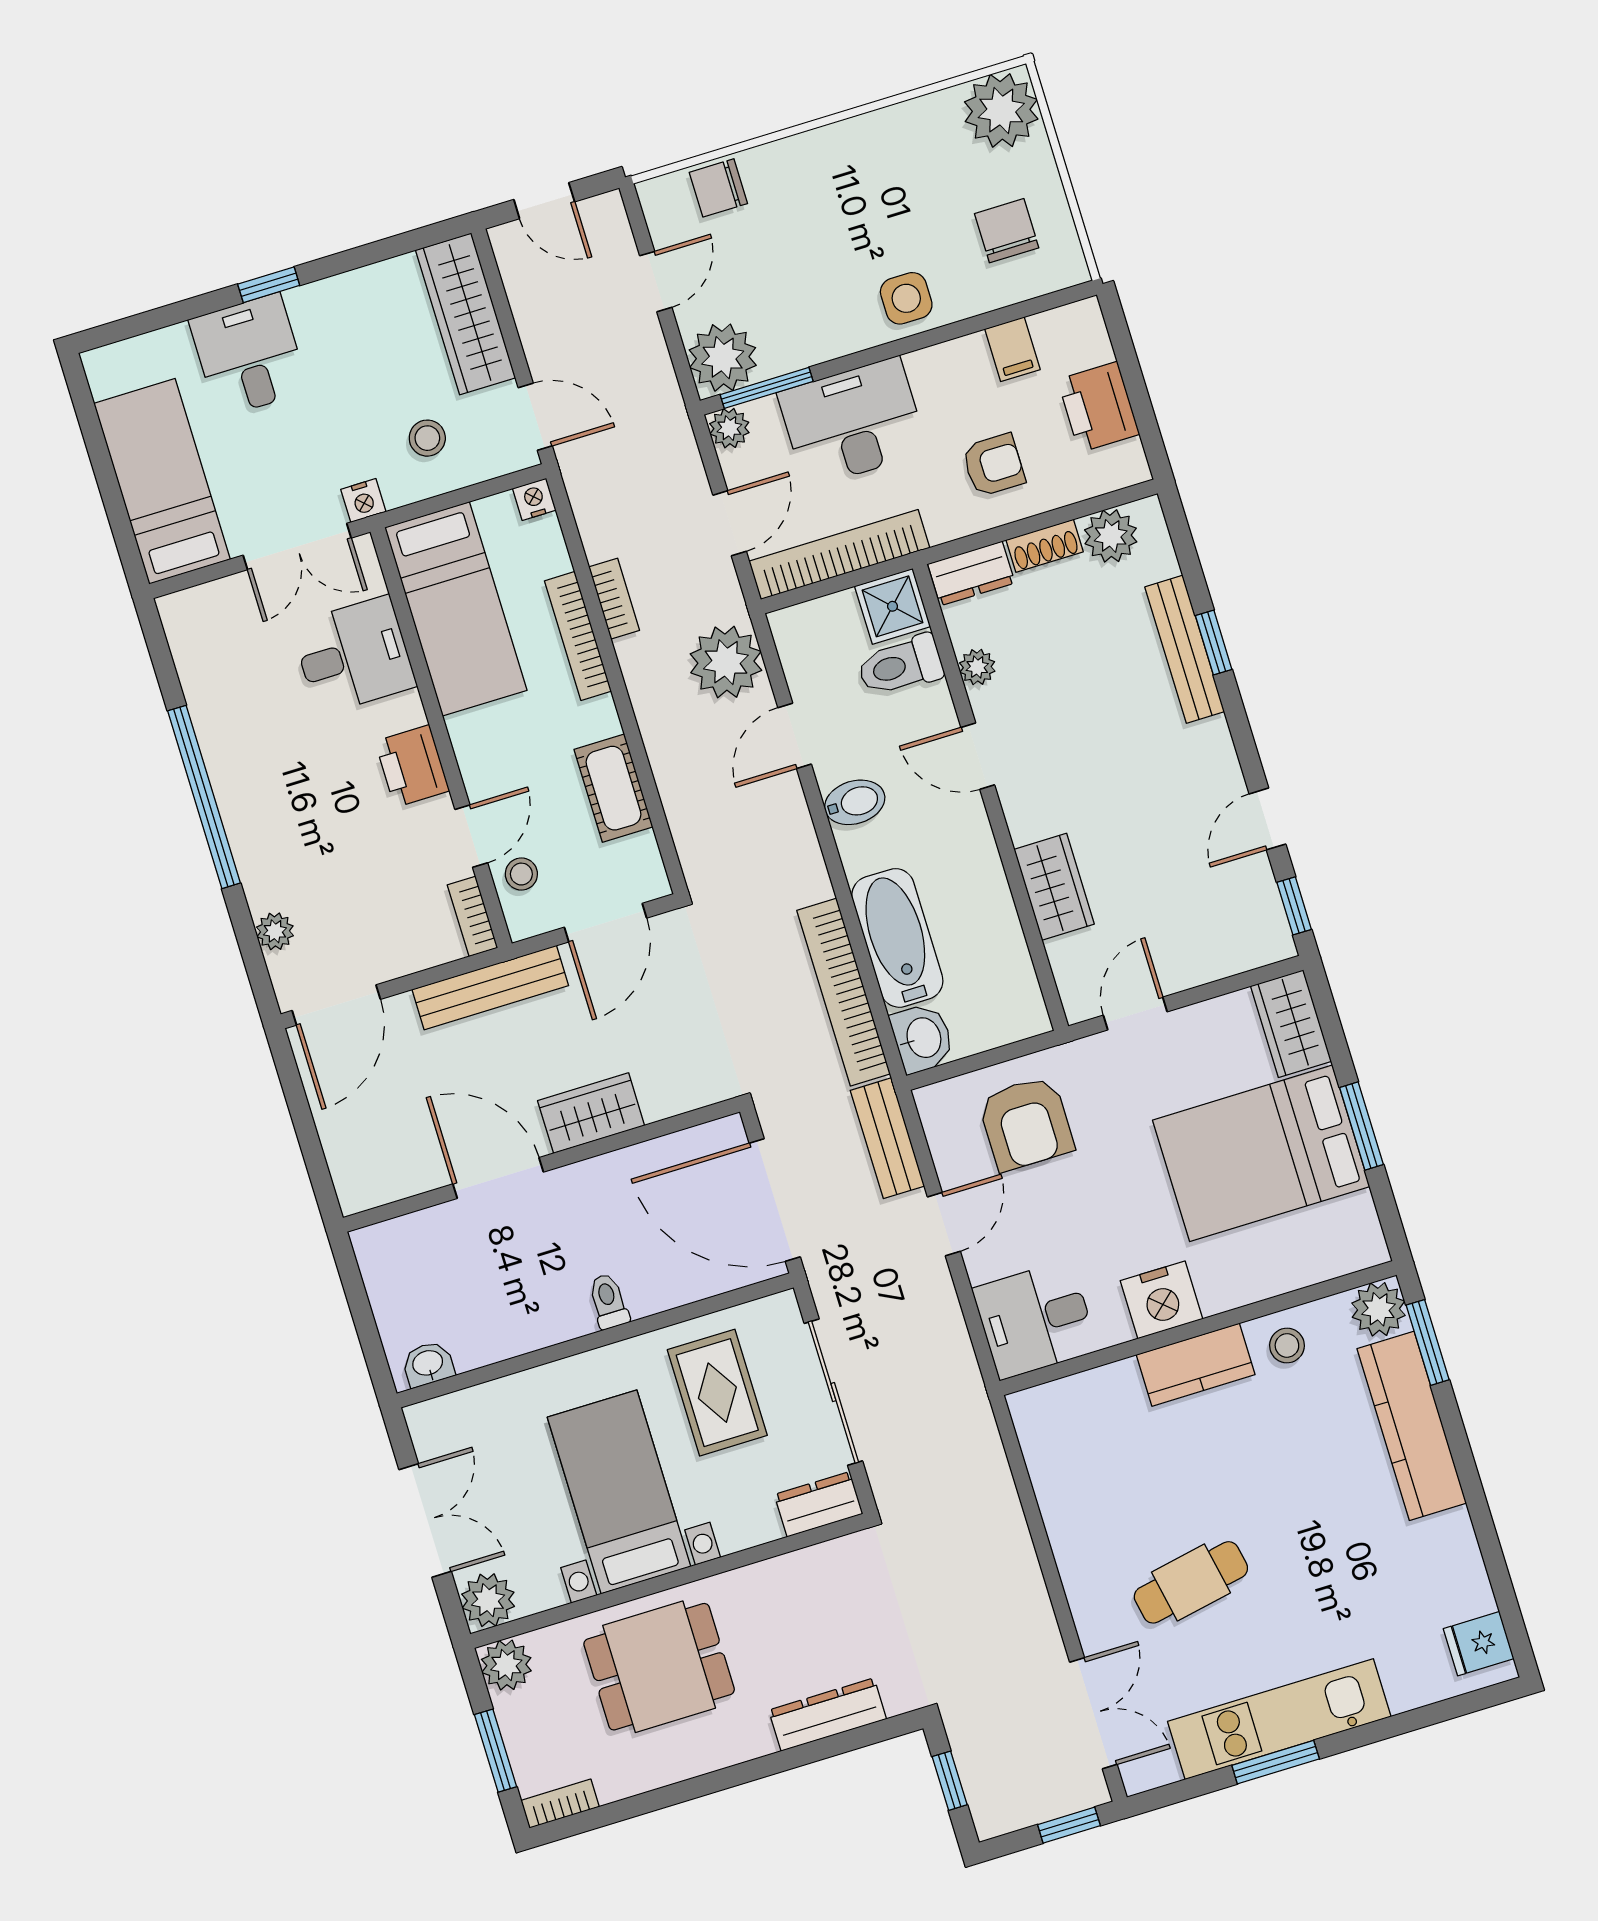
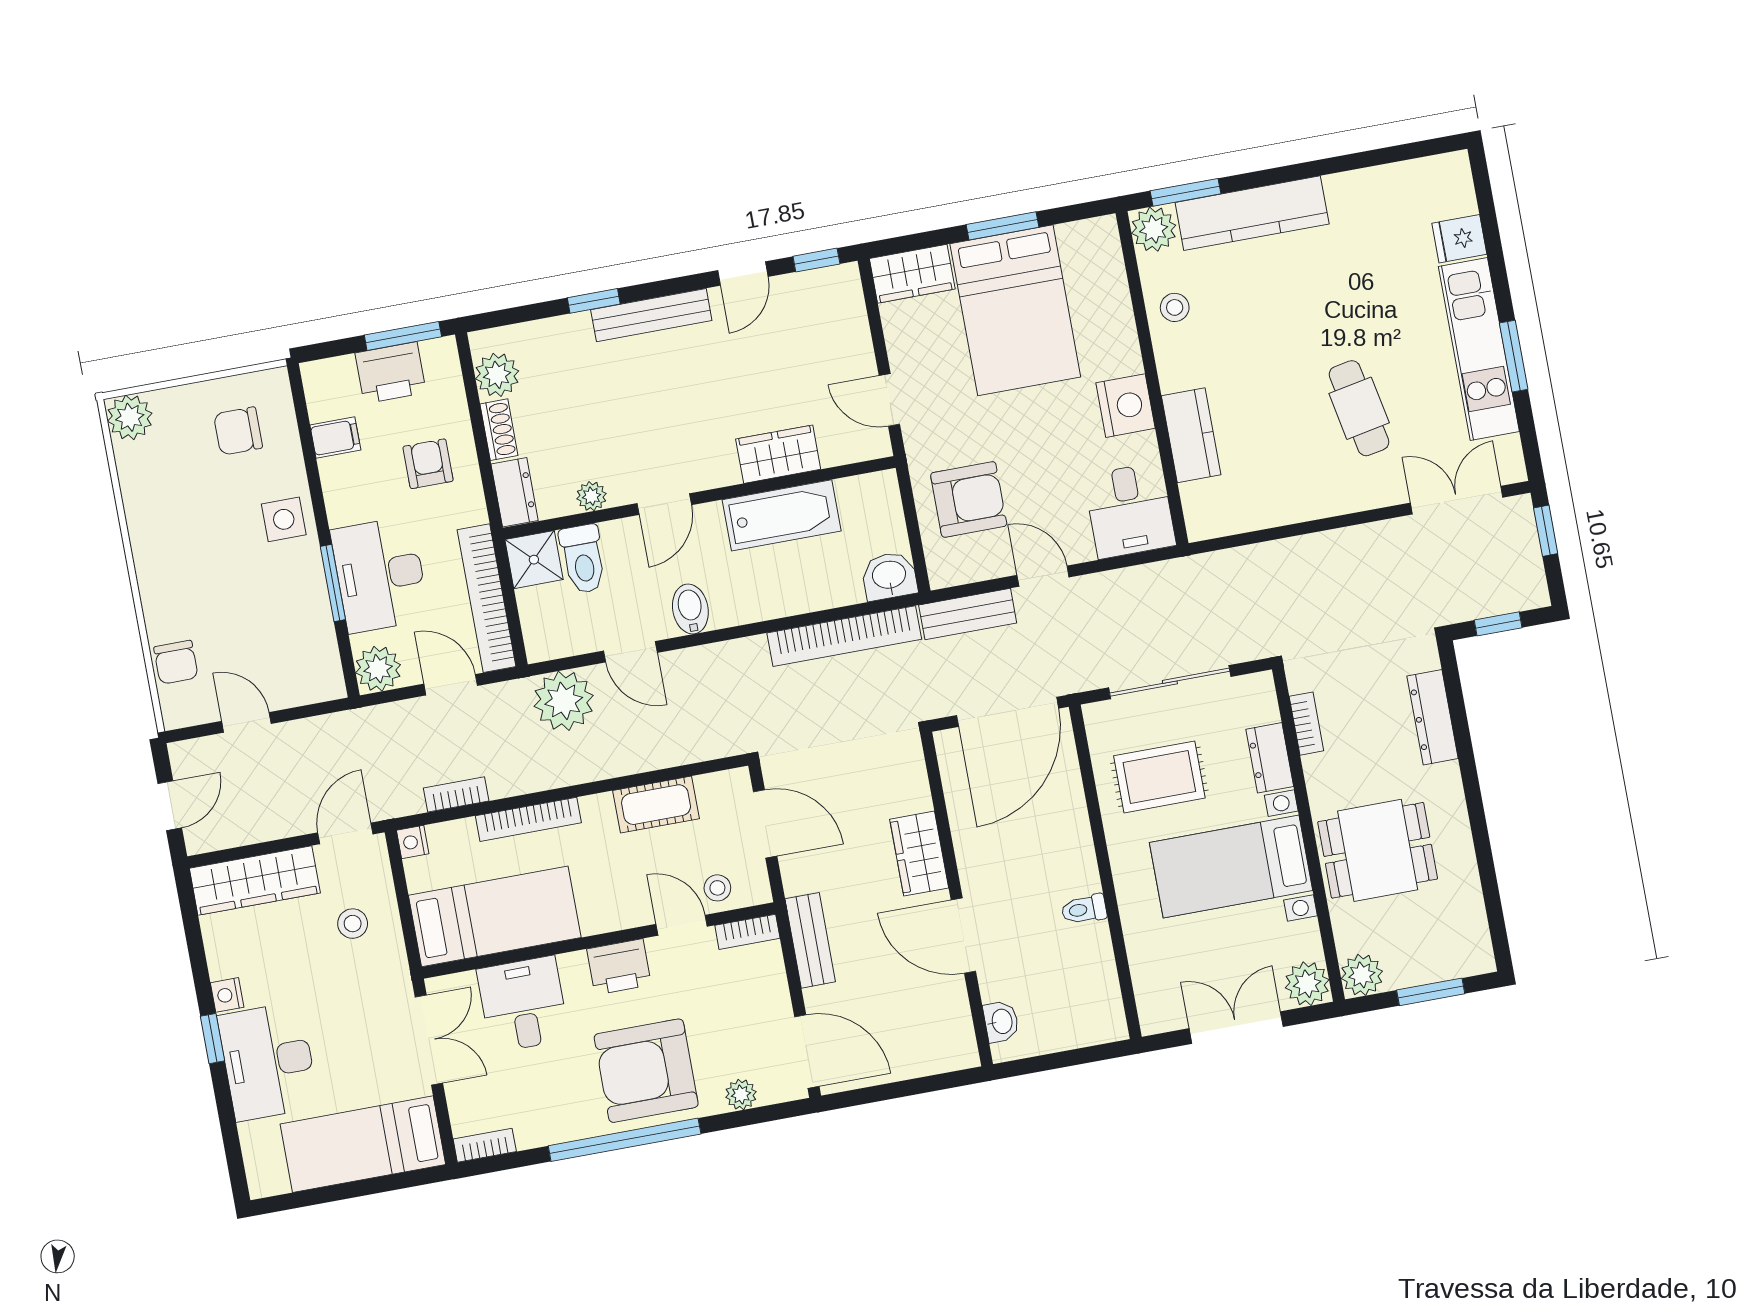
plant: (1001, 110) -> (130, 417), width x0.73, depth x0.73
desk: (249, 355) -> (268, 1061), width x1.37
plant: (723, 358) -> (315, 675), removed
window: (767, 388) -> (333, 583), moved
window: (1145, 417) -> (403, 336), added
plant: (729, 428) -> (378, 669), width x1.38, depth x1.38
nightstand: (363, 501) -> (227, 995), moved, turned 180
bookcase: (614, 599) -> (456, 794), moved
bookcase: (178, 629) -> (485, 1145), added
bench: (1185, 649) -> (651, 315), moved
armchair: (291, 813) -> (646, 1071), added
door: (1268, 819) -> (743, 274), hinge flipped
bathtub: (897, 938) -> (782, 515), moved, turned 180
bench: (490, 988) -> (810, 940), width x0.73
door: (498, 1178) -> (963, 936), hinge flipped
toilet: (608, 1301) -> (1084, 909), moved
washbasin: (428, 1364) -> (1001, 1022), moved, turned 180
kitchen counter: (1196, 1365) -> (1191, 435), moved
dresser: (819, 1504) -> (1270, 758), moved
fridge: (1479, 1644) -> (1459, 239), moved, turned 90
dining table: (659, 1667) -> (1378, 850), turned 90
bookcase: (560, 1804) -> (1306, 724), moved, turned 180

